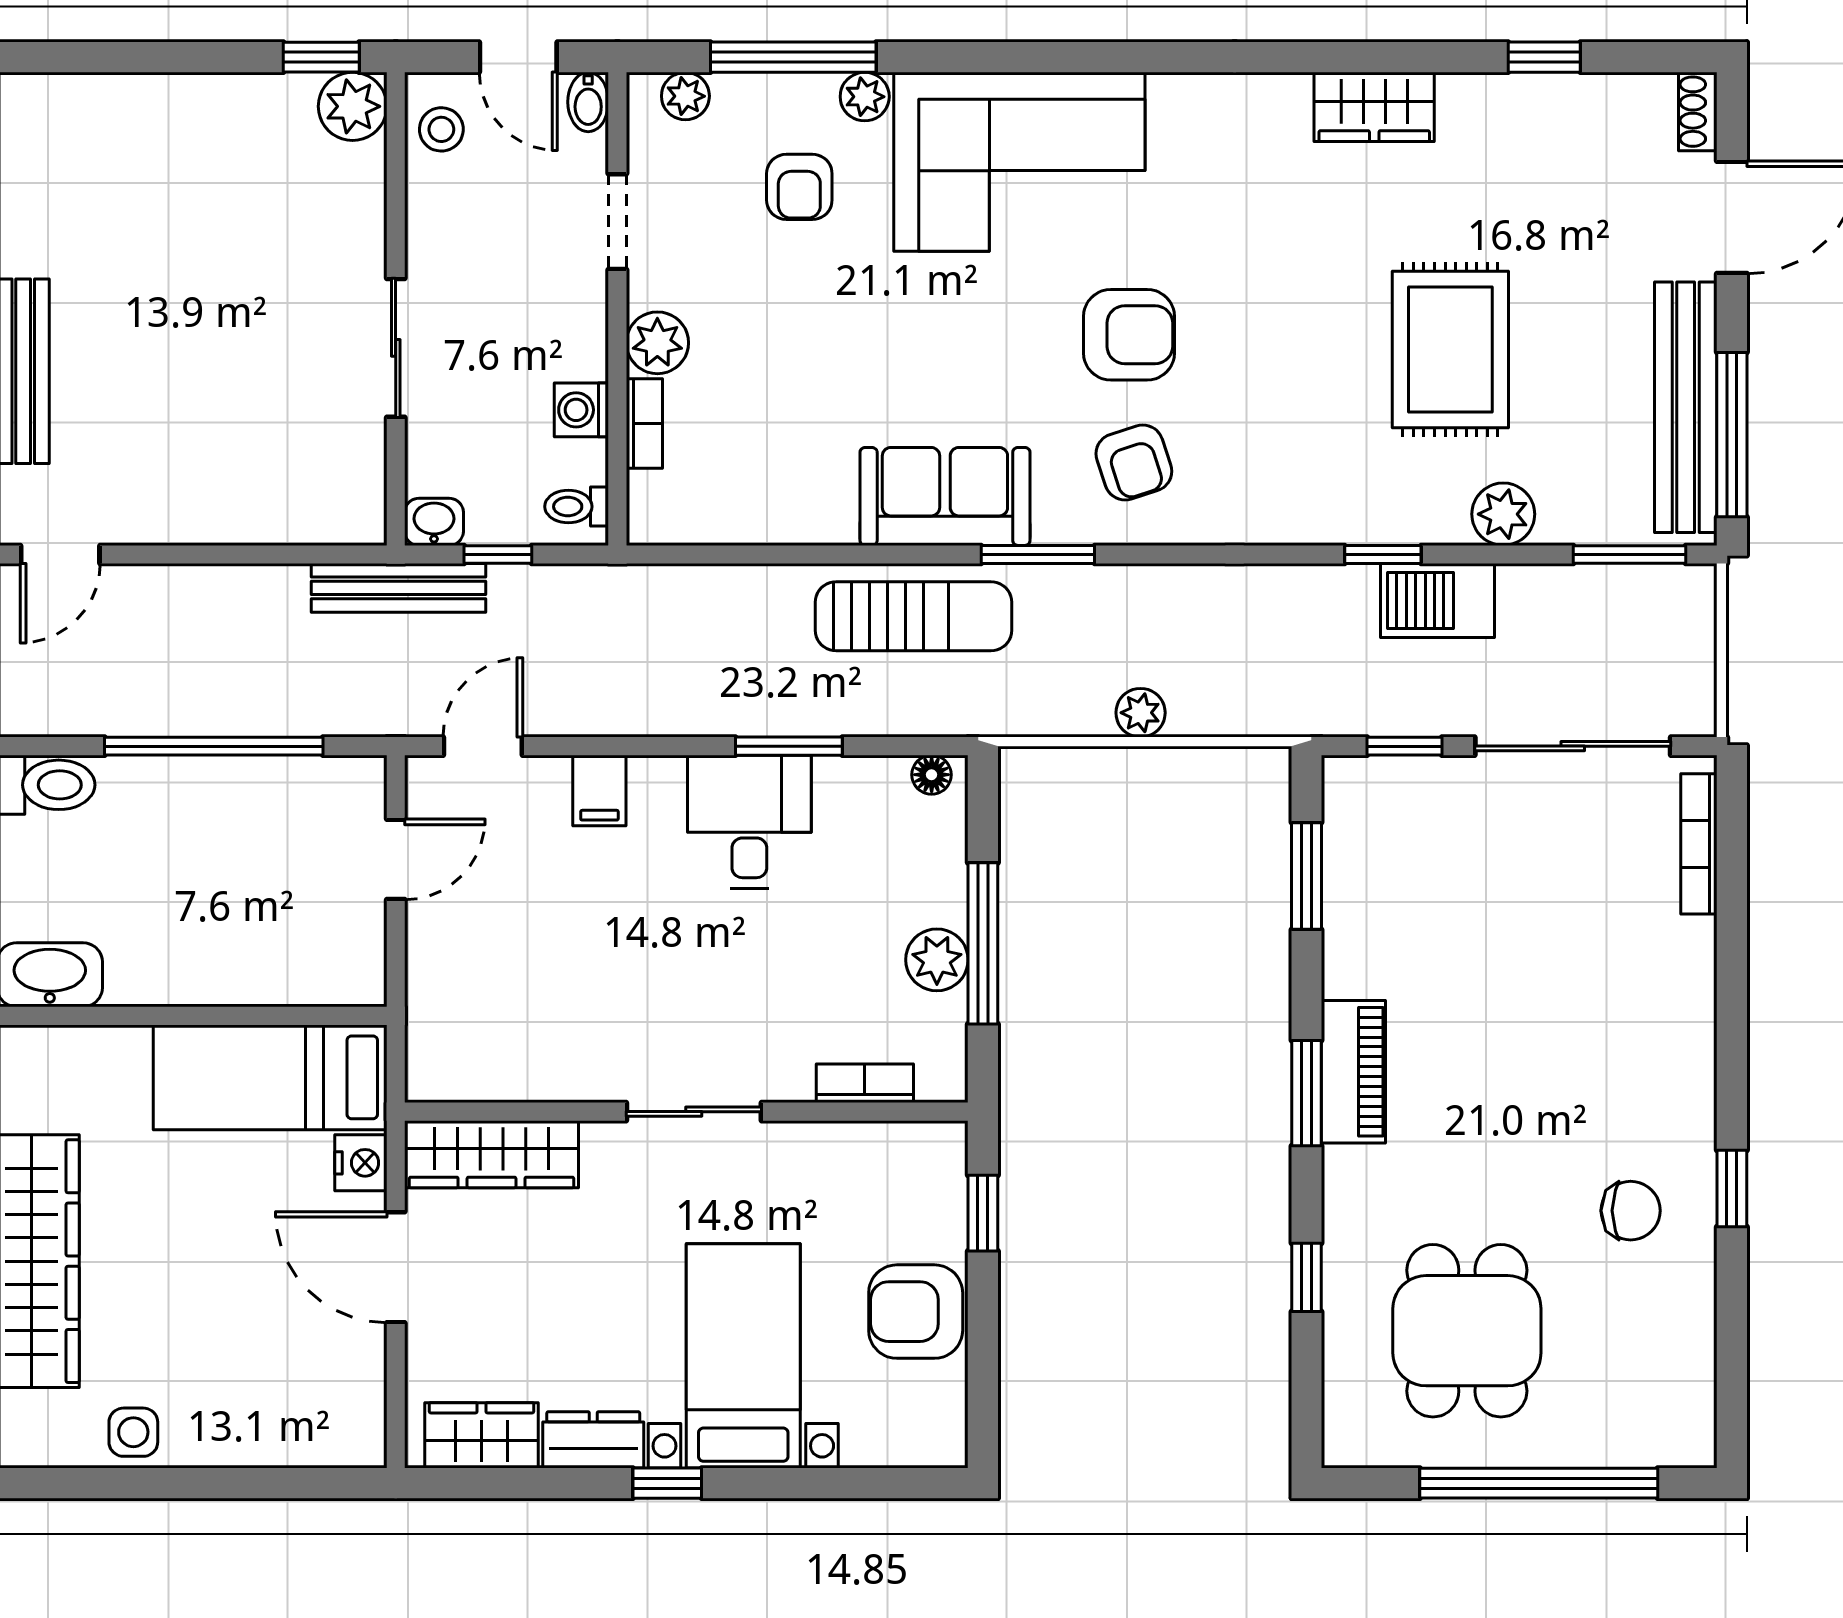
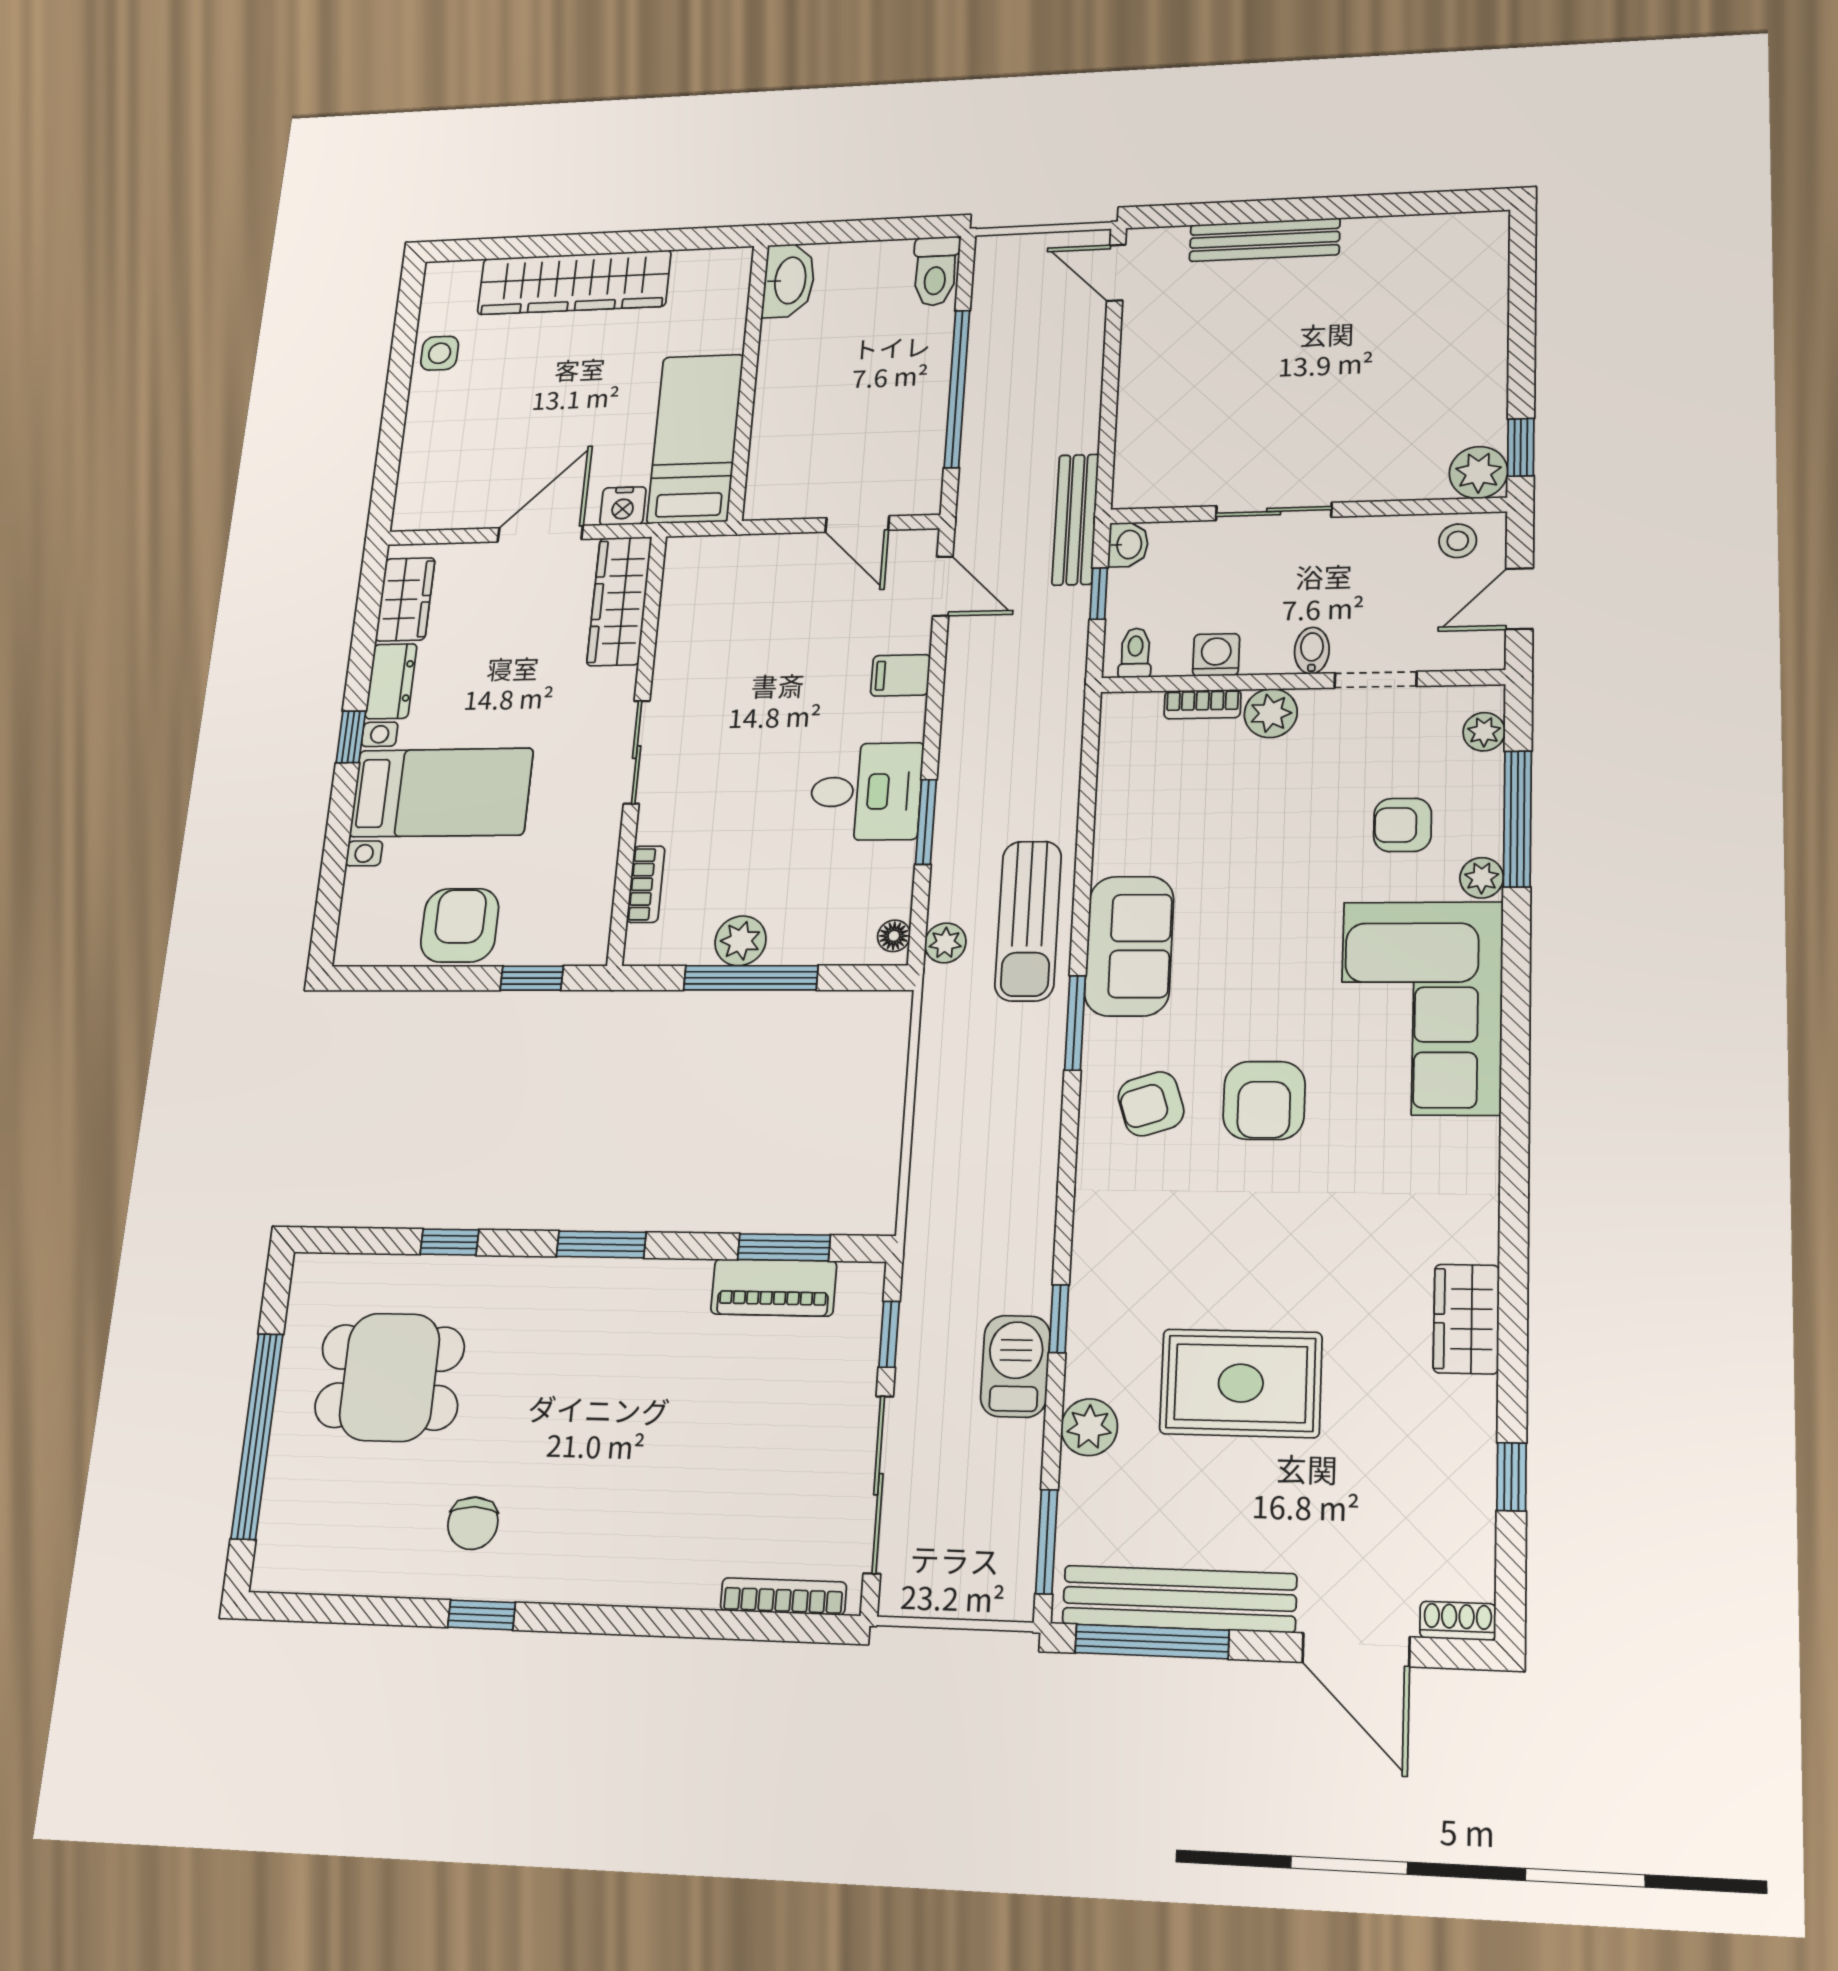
bidet: (588, 102) -> (1312, 651), moved, turned 90
plant: (1141, 713) -> (945, 943), moved
piano: (1353, 1072) -> (774, 1287), moved

